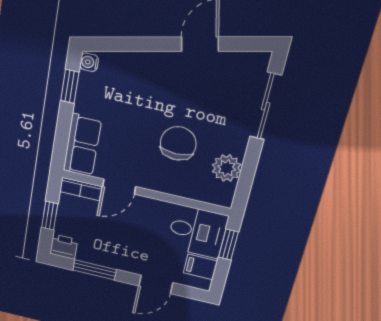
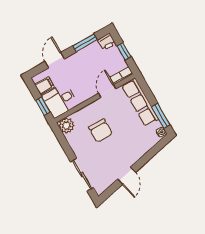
window: (70, 86) -> (161, 116), width x1.50
row of seats: (82, 145) -> (140, 102), width x1.48
plant: (227, 168) -> (67, 125), moved

